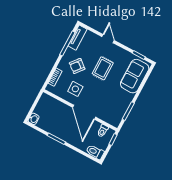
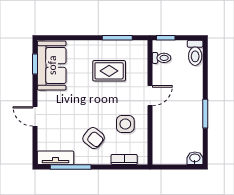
door: (108, 39) -> (35, 116), hinge flipped
rug: (103, 68) -> (109, 71), moved
sofa: (135, 76) -> (52, 65), moved, turned -90
door: (84, 112) -> (150, 96), width x0.53

